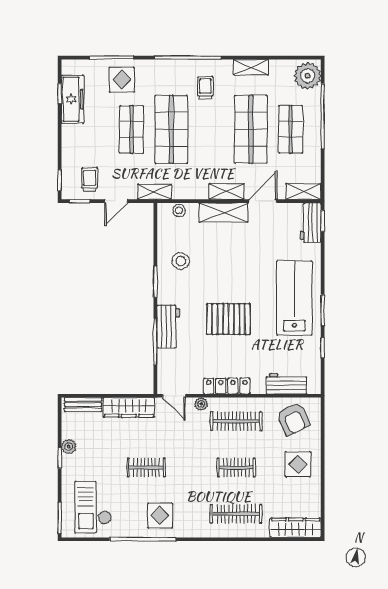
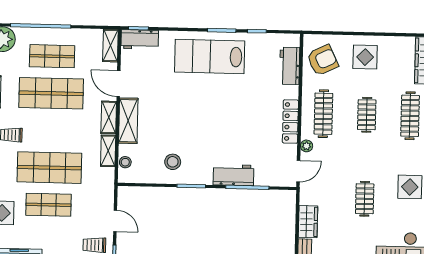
shelving: (155, 192) -> (108, 151), moved
pallet: (228, 319) -> (228, 119), removed
wardrobe: (129, 407) -> (308, 222), width x0.67

